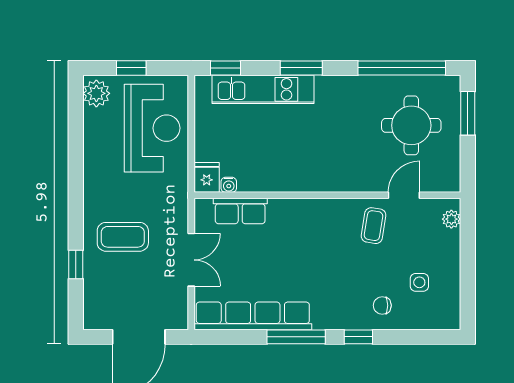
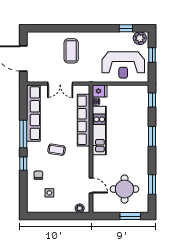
window: (402, 68) -> (152, 184), width x0.47
kitchen unit: (263, 89) -> (99, 131), moved, turned 180
row of seats: (240, 211) -> (84, 120), width x2.02
coffee table: (374, 226) -> (57, 150), moved
window: (76, 264) -> (126, 28), moved

